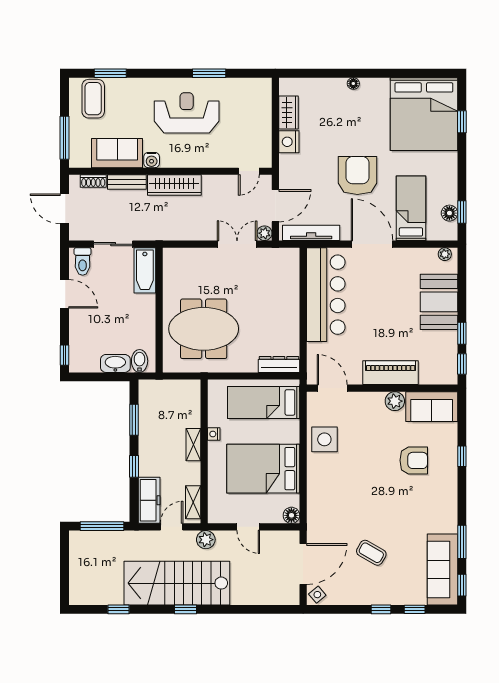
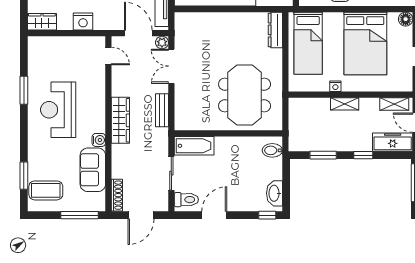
wardrobe: (288, 113) -> (42, 22), moved
shoe rack: (93, 181) -> (117, 195), width x1.43
bench: (127, 182) -> (162, 110), moved
washbasin: (115, 363) -> (274, 193), moved

